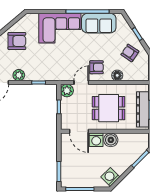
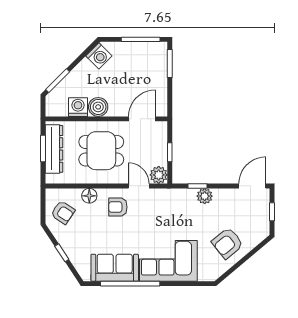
armchair: (17, 41) -> (227, 243), turned -39
armchair: (130, 53) -> (63, 212), moved
plant: (19, 75) -> (205, 196), moved
door: (81, 82) -> (139, 186), swing flipped
door: (79, 131) -> (142, 119), hinge flipped
washing machine: (96, 140) -> (78, 107), moved

